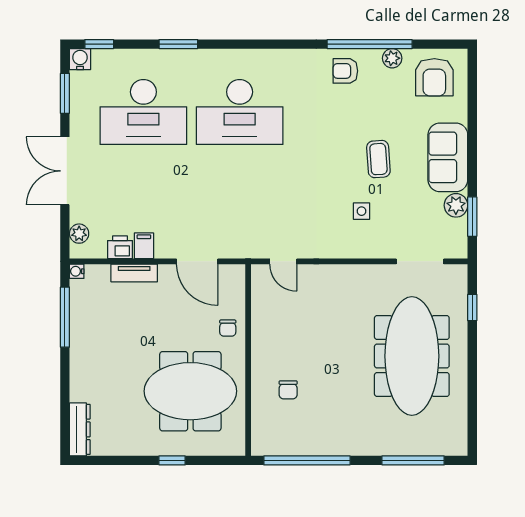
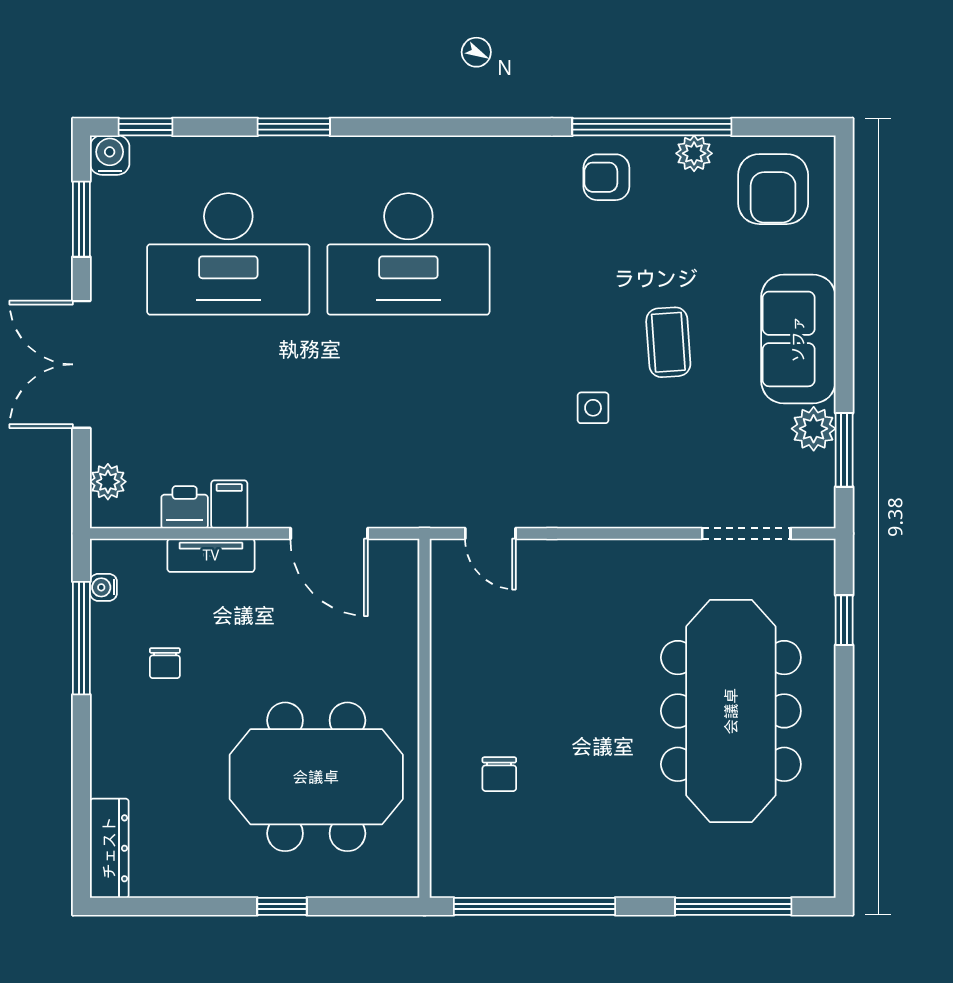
side table: (362, 211) -> (593, 408), moved
water cooler: (77, 271) -> (103, 587), moved
chair: (228, 328) -> (165, 663), moved

